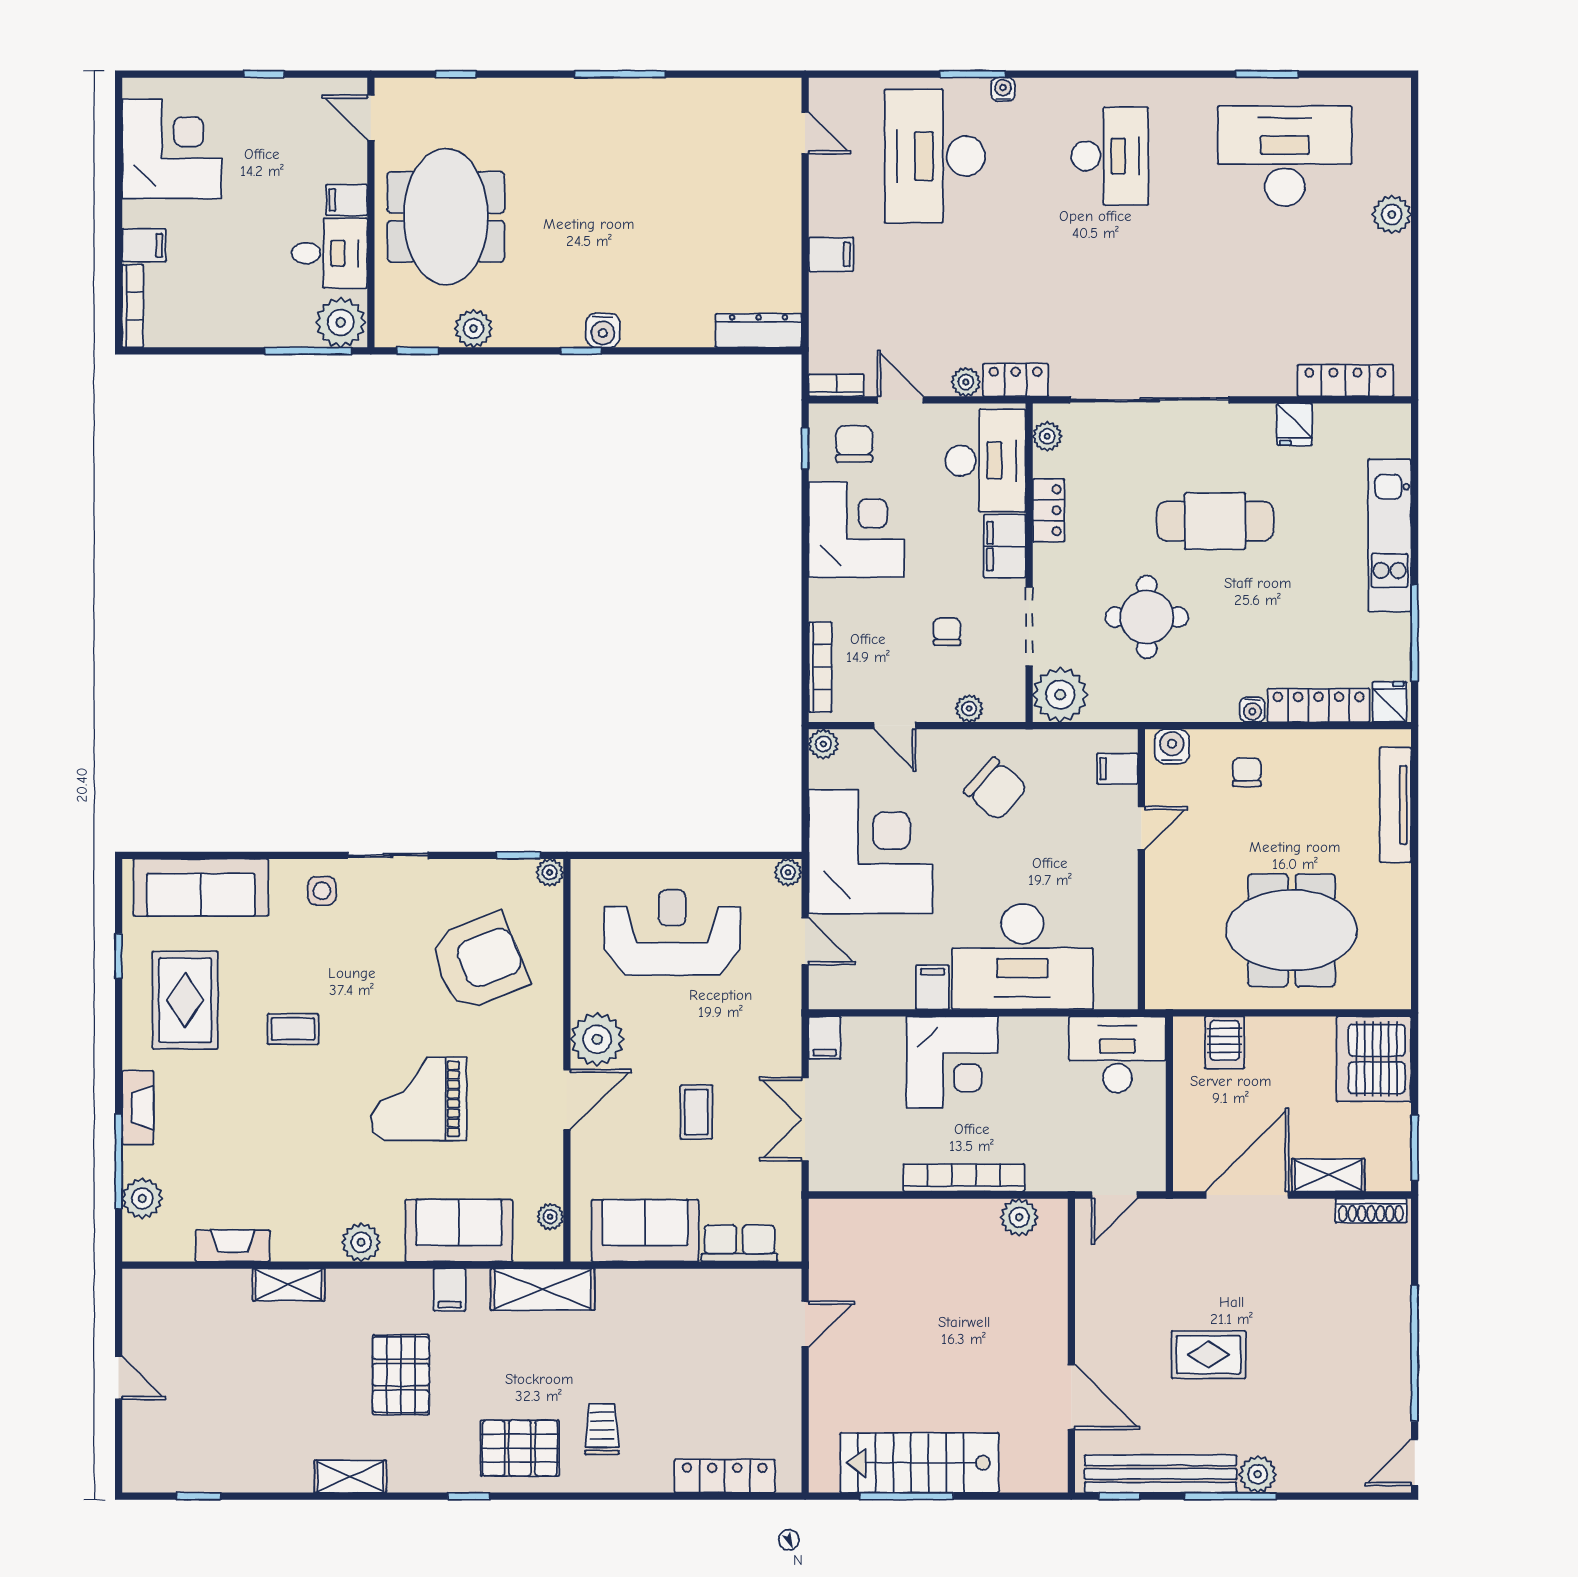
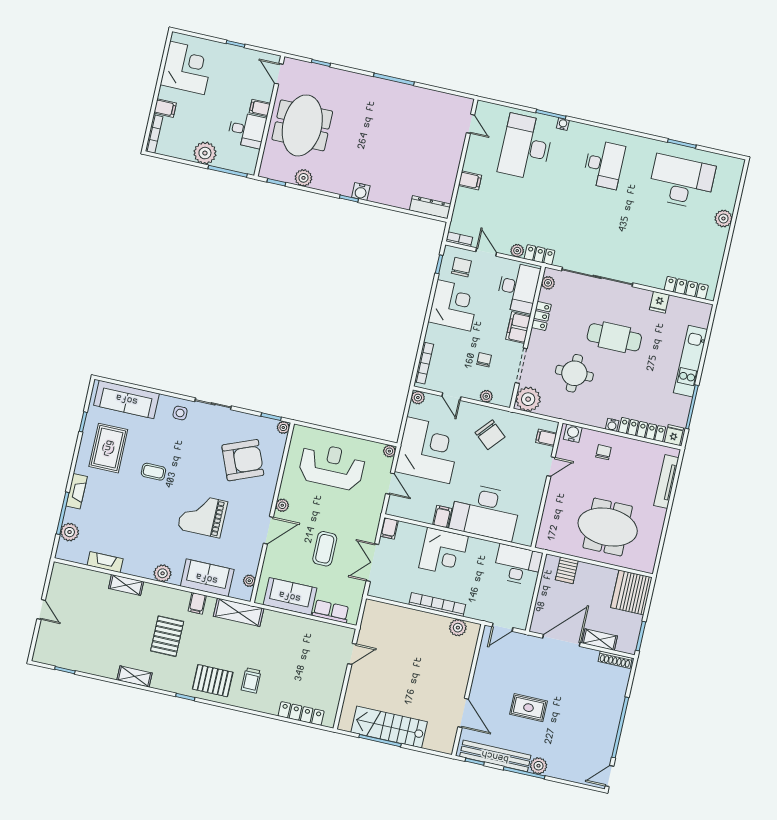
plant: (341, 323) -> (205, 153), moved
plant: (597, 1039) -> (282, 505), width x0.53, depth x0.53
coffee table: (696, 1112) -> (325, 549), width x1.36, depth x1.30
trolley: (602, 1429) -> (251, 680), turned 180

